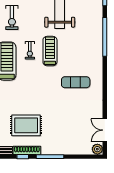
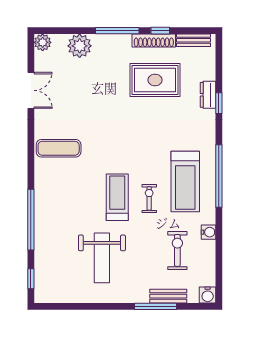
treadmill: (50, 51) -> (117, 197), turned 180
exercise mat: (76, 82) -> (59, 148), moved
double door: (105, 130) -> (31, 90), moved
plant: (74, 147) -> (80, 46), added

